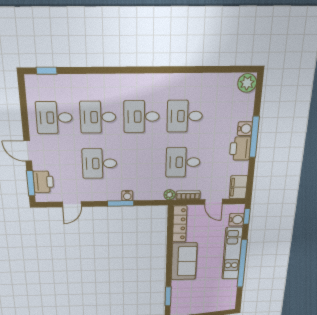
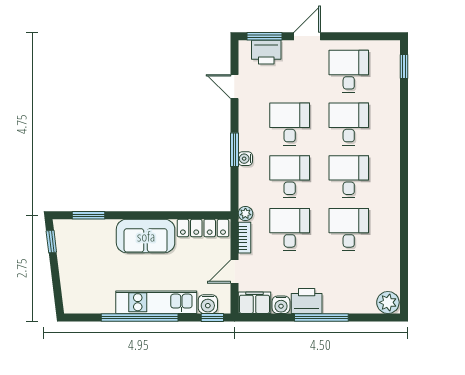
water cooler: (245, 129) -> (281, 305), moved
desk: (141, 163) -> (290, 177), added

